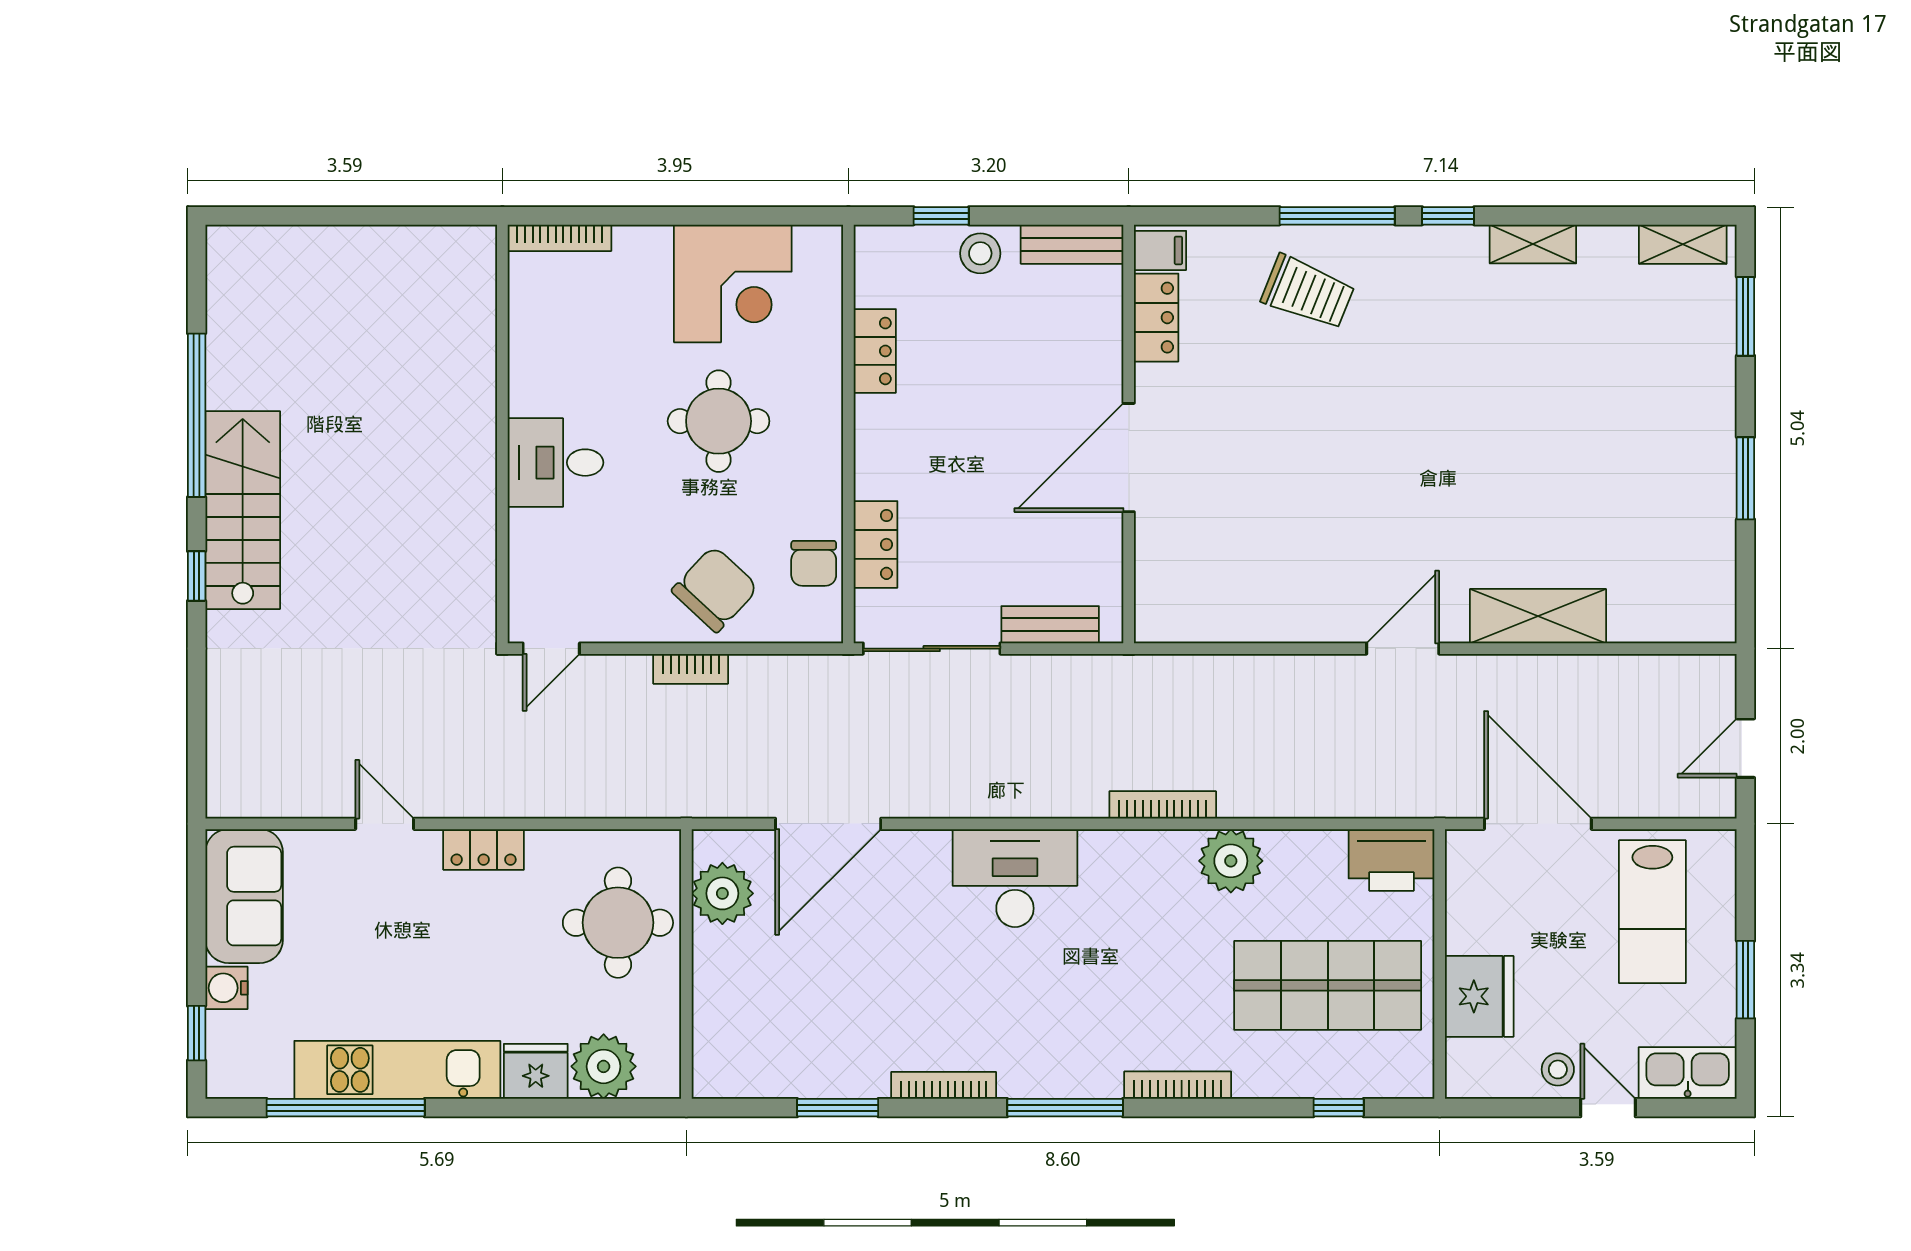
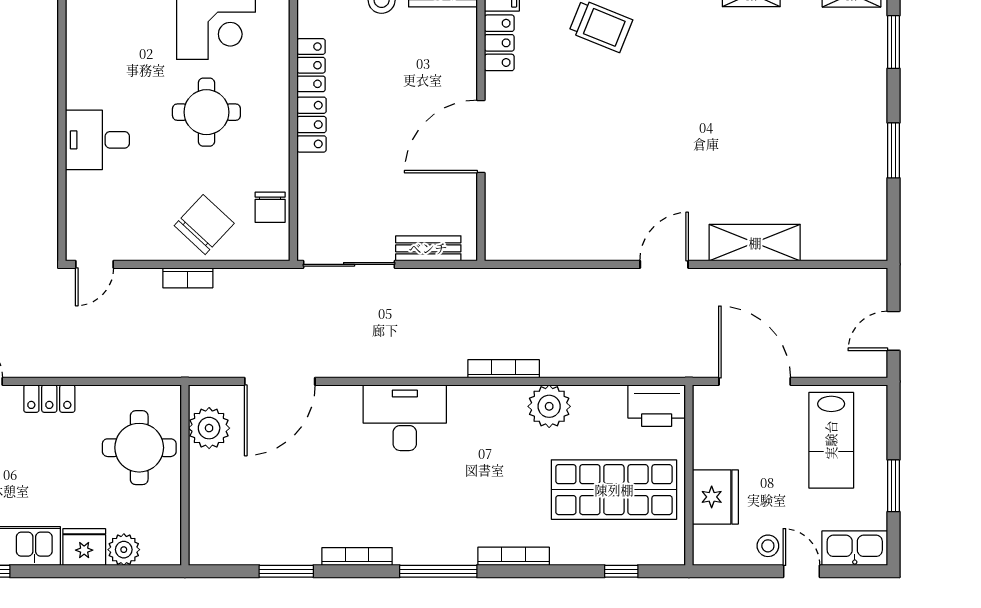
locker: (876, 544) -> (312, 125), moved
plant: (604, 1066) -> (124, 550), width x0.73, depth x0.73

